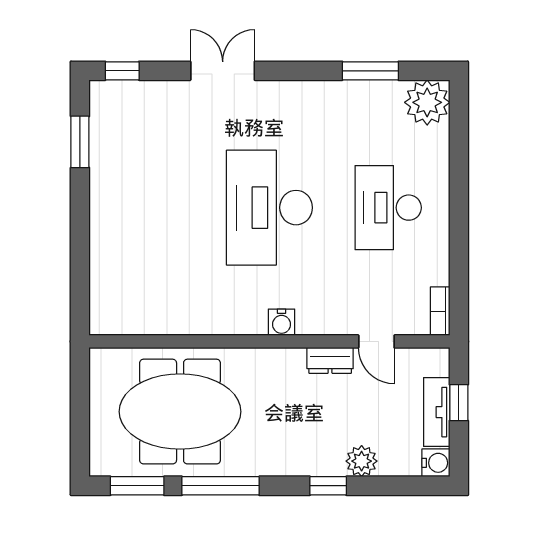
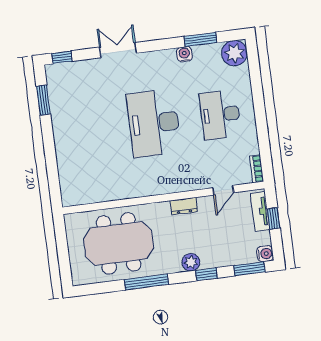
water cooler: (282, 322) -> (184, 54), moved, turned 180
door: (376, 341) -> (223, 190), hinge flipped
dresser: (330, 360) -> (184, 206), moved
tv unit: (437, 412) -> (260, 212), moved
plant: (362, 461) -> (191, 262), moved
window: (137, 486) -> (249, 269), moved

